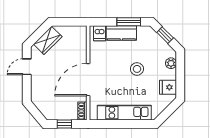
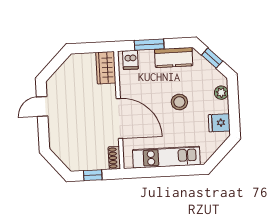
window: (129, 22) -> (149, 45), moved
kitchen counter: (121, 33) -> (174, 57), moved
wardrobe: (48, 40) -> (106, 68), moved, turned 135
door: (88, 80) -> (119, 118), swing flipped

